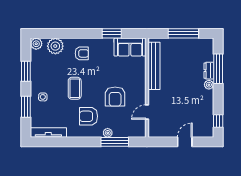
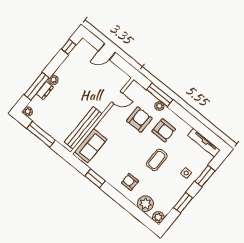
plant: (209, 43) -> (28, 112), added
sofa: (130, 47) -> (91, 146), moved, turned 90
armchair: (115, 97) -> (139, 119), moved

